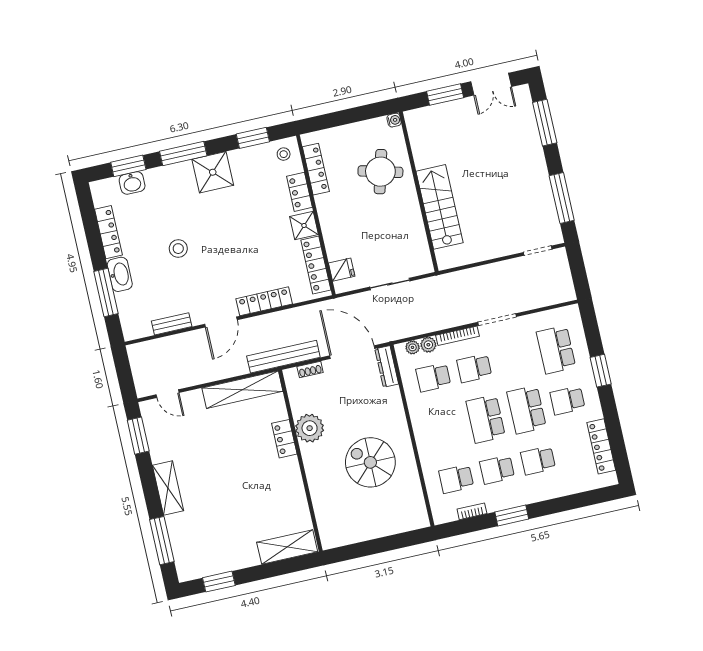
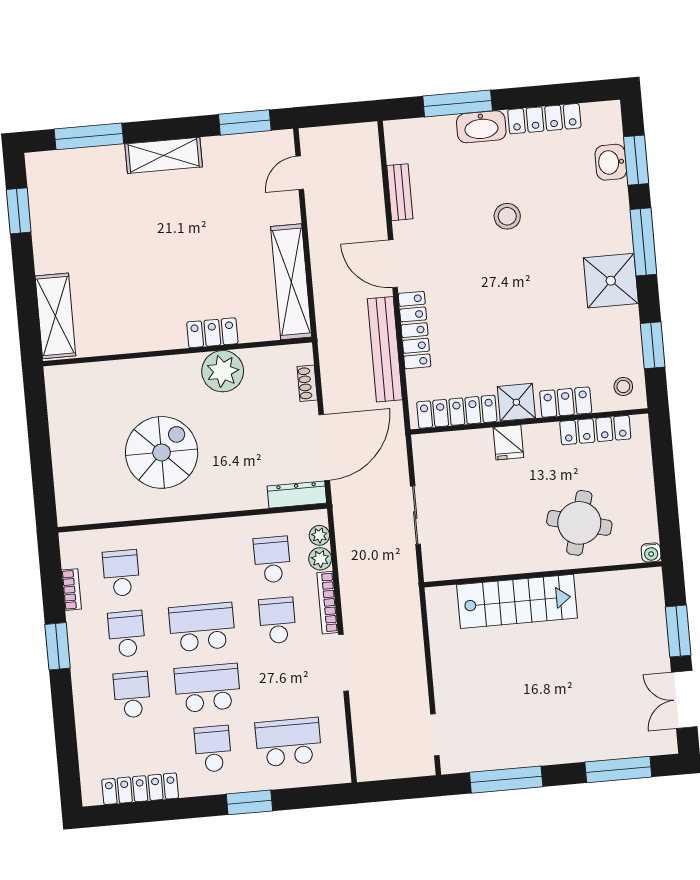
fridge: (342, 270) -> (508, 442), moved
bench: (283, 357) -> (385, 349), moved

